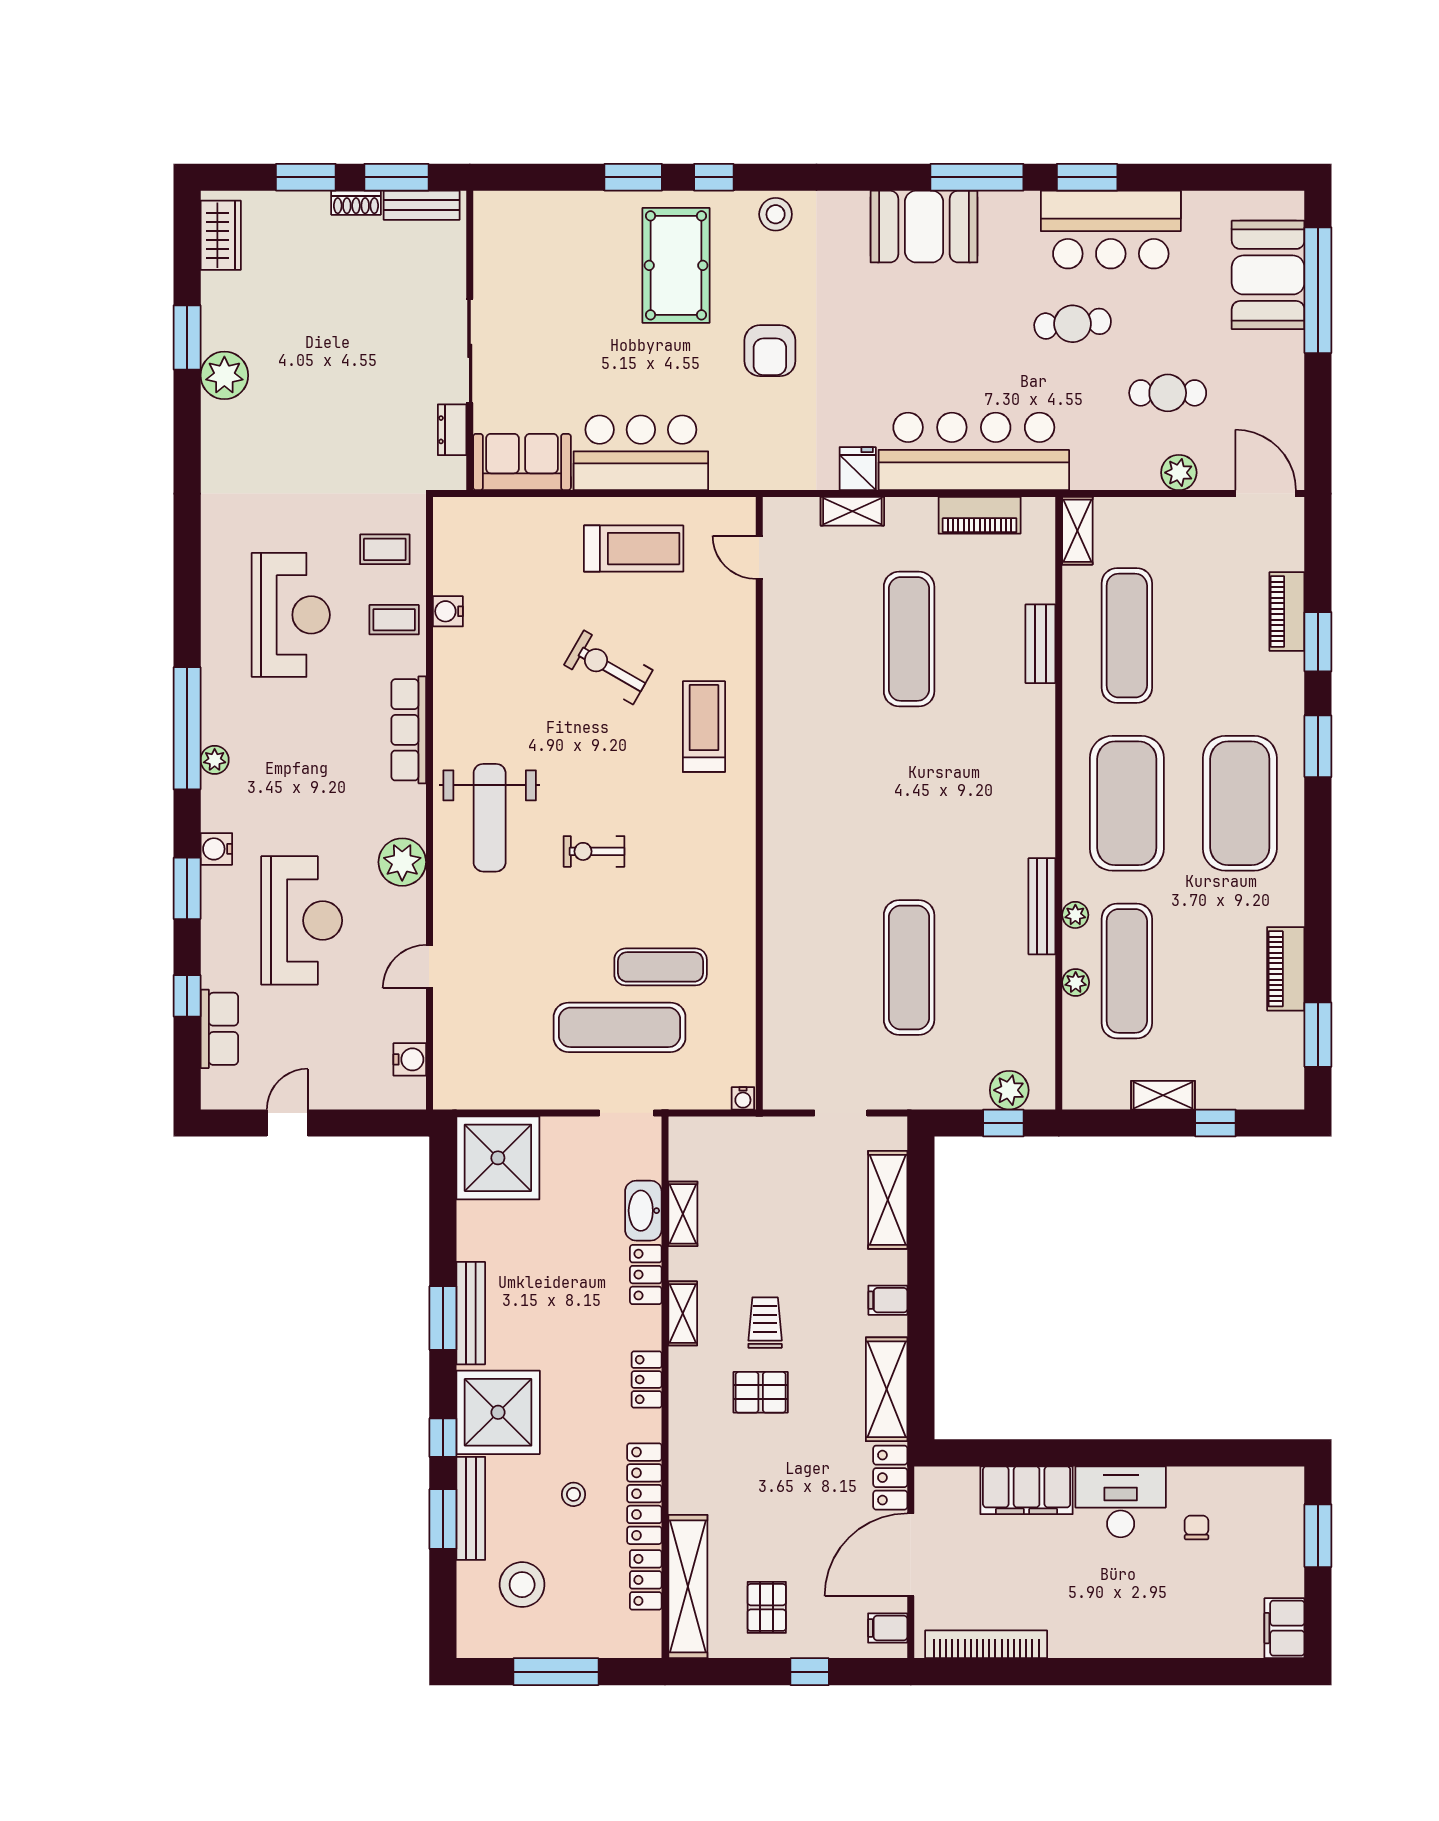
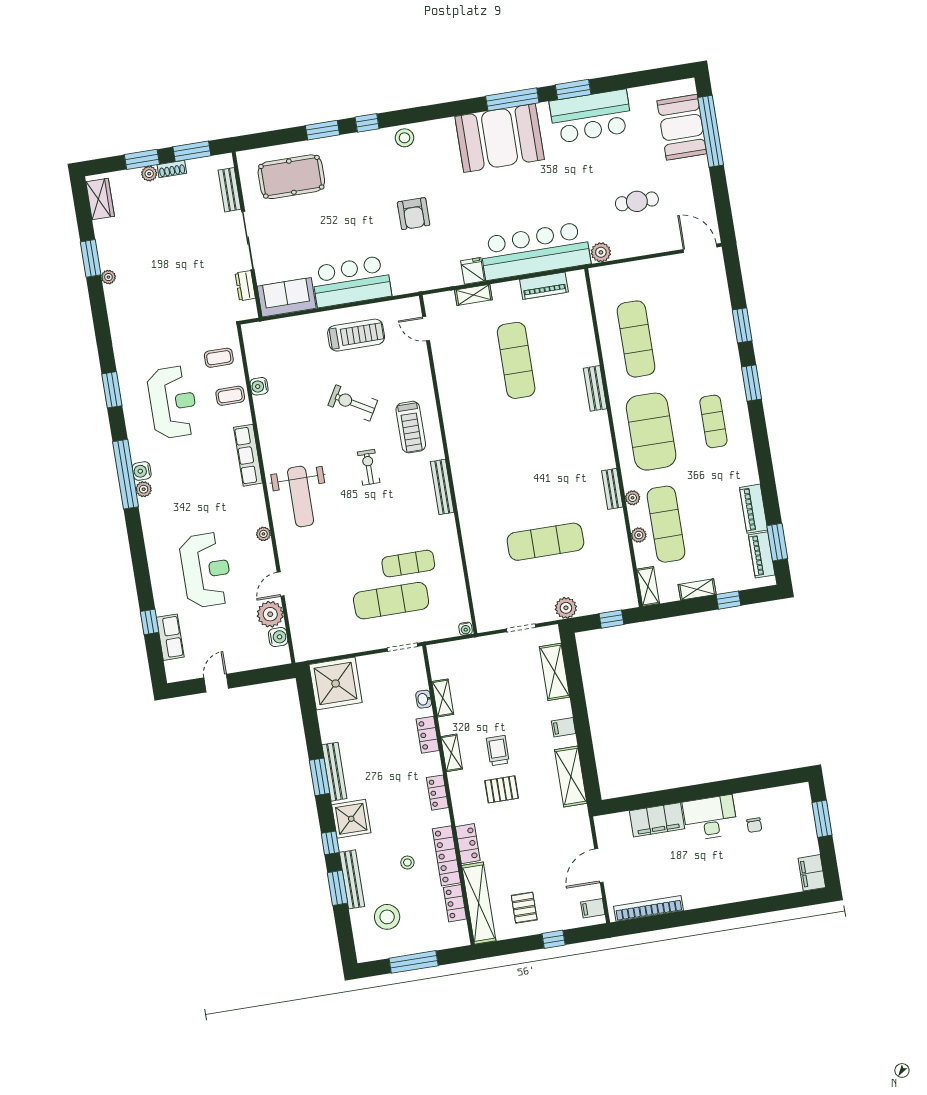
plant: (315, 204) -> (149, 174), added
bench: (422, 205) -> (230, 190), moved, turned 90
booth: (924, 227) -> (500, 138), width x1.36, depth x1.42
pool table: (676, 265) -> (291, 177), moved, turned 90
cafe table: (1073, 324) -> (578, 172), removed
plant: (224, 375) -> (108, 277), width x0.53, depth x0.53
plant: (1179, 473) -> (601, 252), moved
shelving: (1077, 531) -> (648, 586), moved
piano: (1287, 612) -> (762, 555), moved
bench: (1040, 644) -> (595, 388), moved
treadmill: (704, 727) -> (411, 427), turned 180
exercise mat: (1240, 803) -> (713, 421), width x0.50, depth x0.69
bench: (742, 841) -> (442, 487), added
water cooler: (216, 849) -> (142, 471), moved
exercise bike: (594, 851) -> (369, 467), moved, turned 90
plant: (402, 862) -> (263, 534), width x0.53, depth x0.53
window: (187, 888) -> (112, 390), moved
bench: (1042, 906) -> (612, 489), width x0.73
exercise mat: (909, 968) -> (545, 542), turned 90
plant: (402, 1017) -> (270, 614), added
plant: (1009, 1090) -> (566, 608), moved
washbasin: (643, 1211) -> (424, 699), width x0.52, depth x0.69
shower: (498, 1412) -> (351, 819), width x0.73, depth x0.73
locker: (890, 1478) -> (468, 844), moved, turned 180
chair: (1197, 1528) -> (754, 825), turned 180
door: (911, 1555) -> (599, 866), width x0.73

